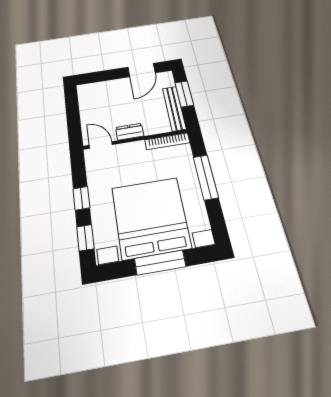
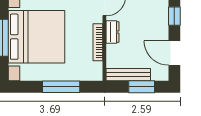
window: (103, 76) -> (174, 16), added
bookcase: (167, 141) -> (98, 42), moved

